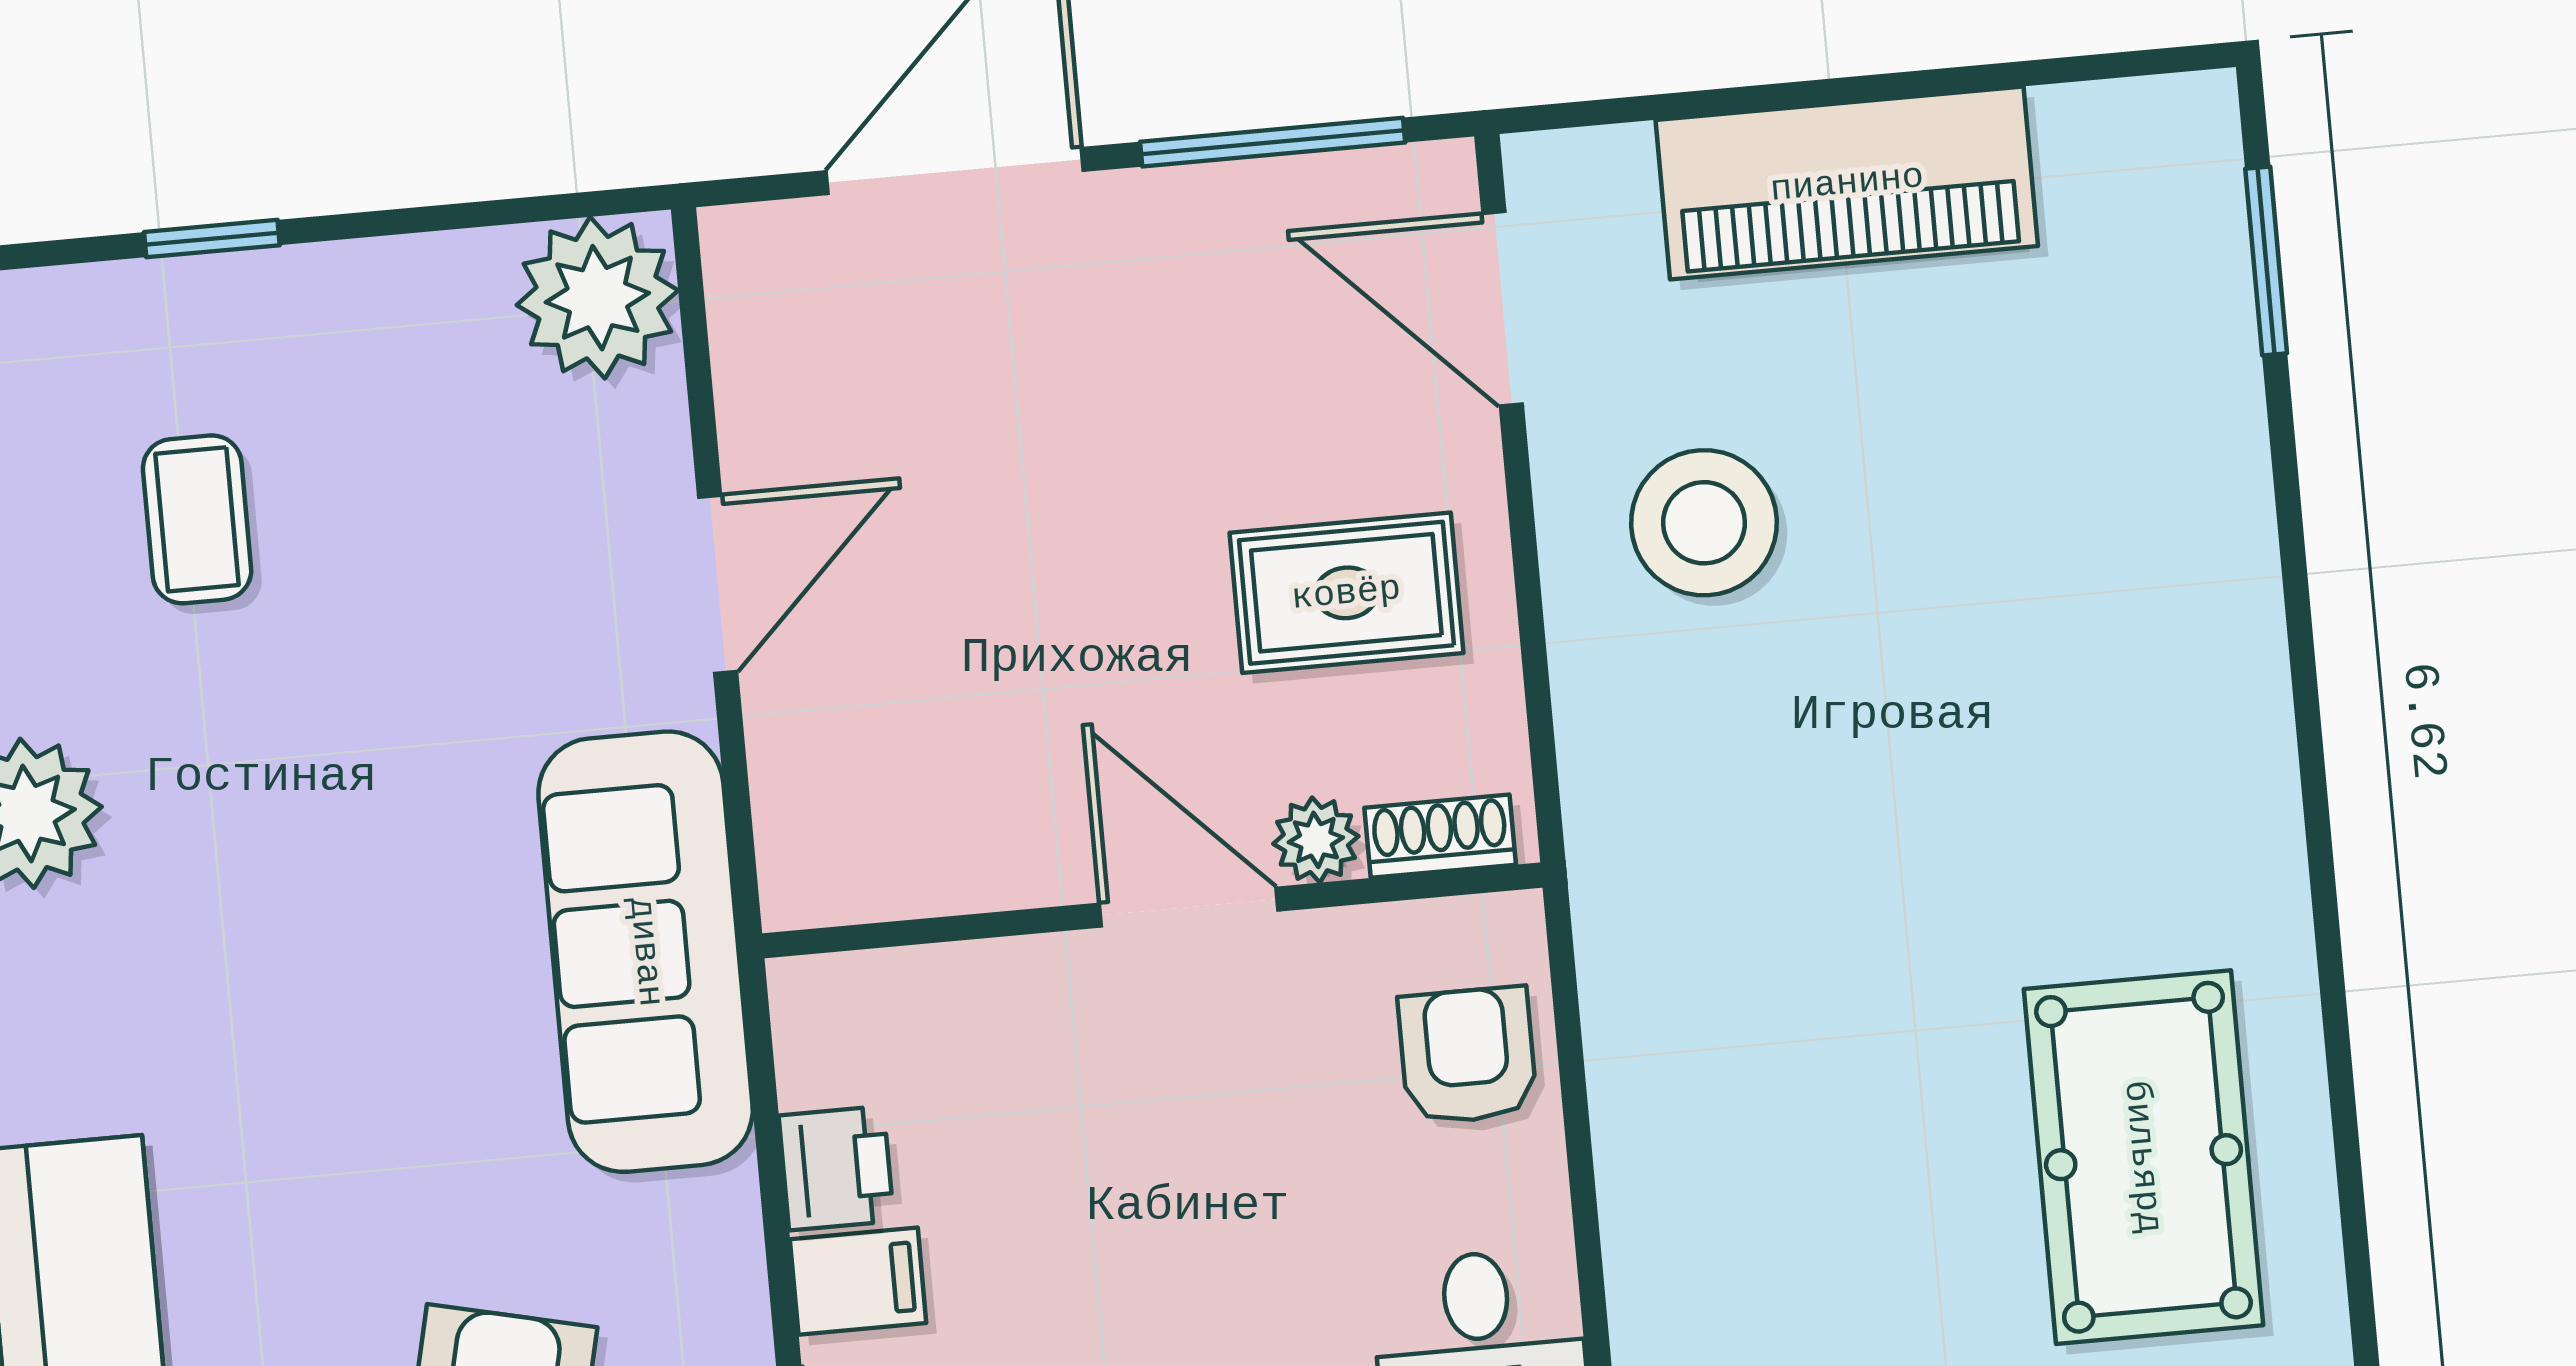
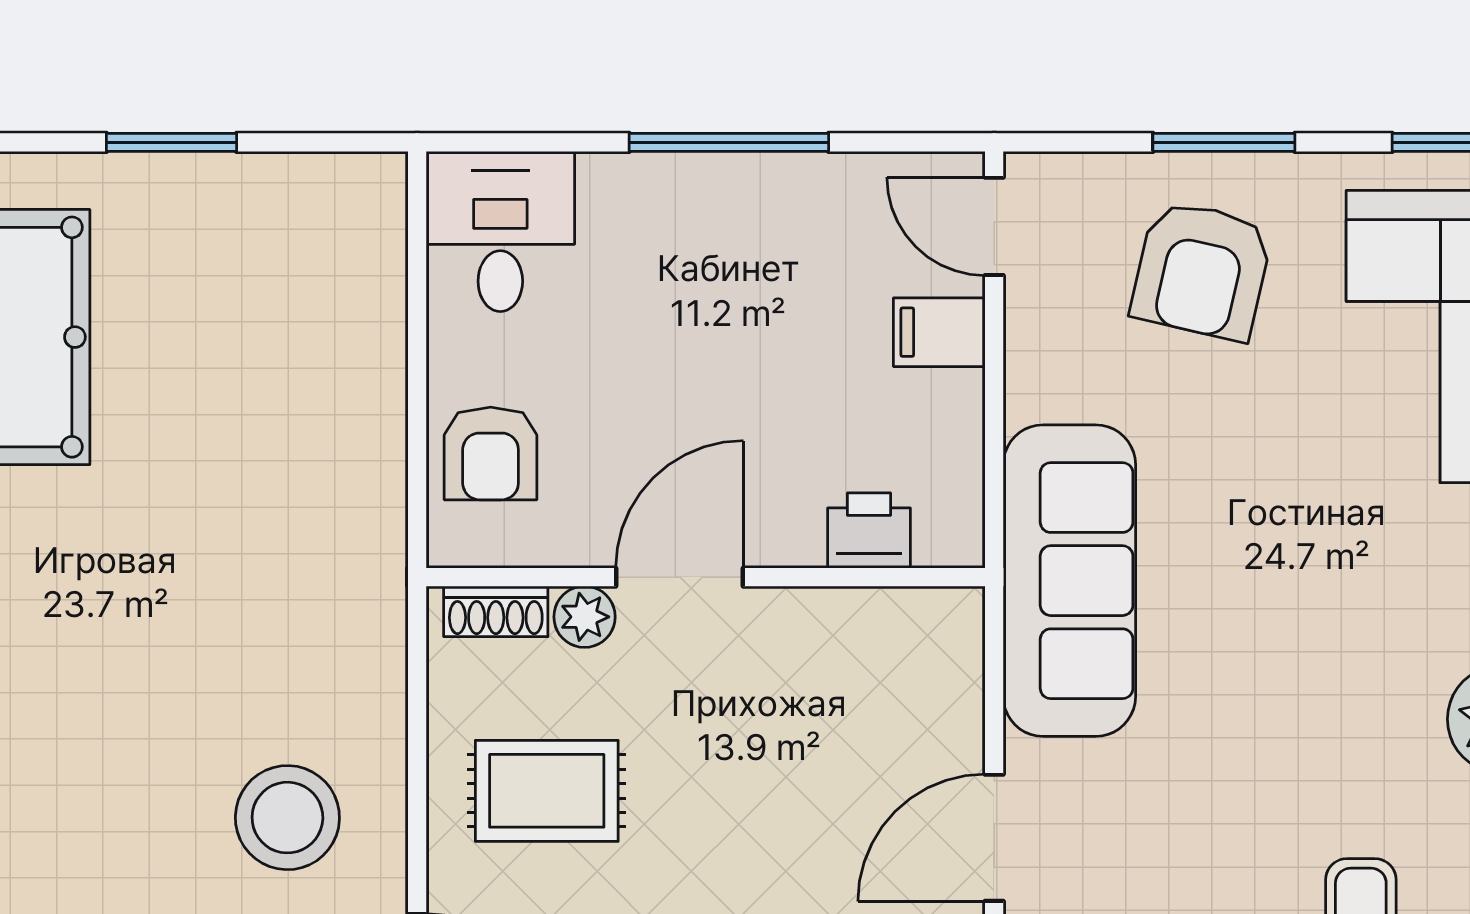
door: (1189, 907) -> (680, 577), swing flipped
printer: (836, 1168) -> (869, 530), moved, turned 90

